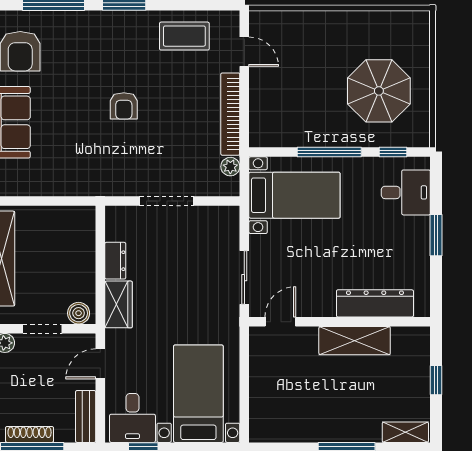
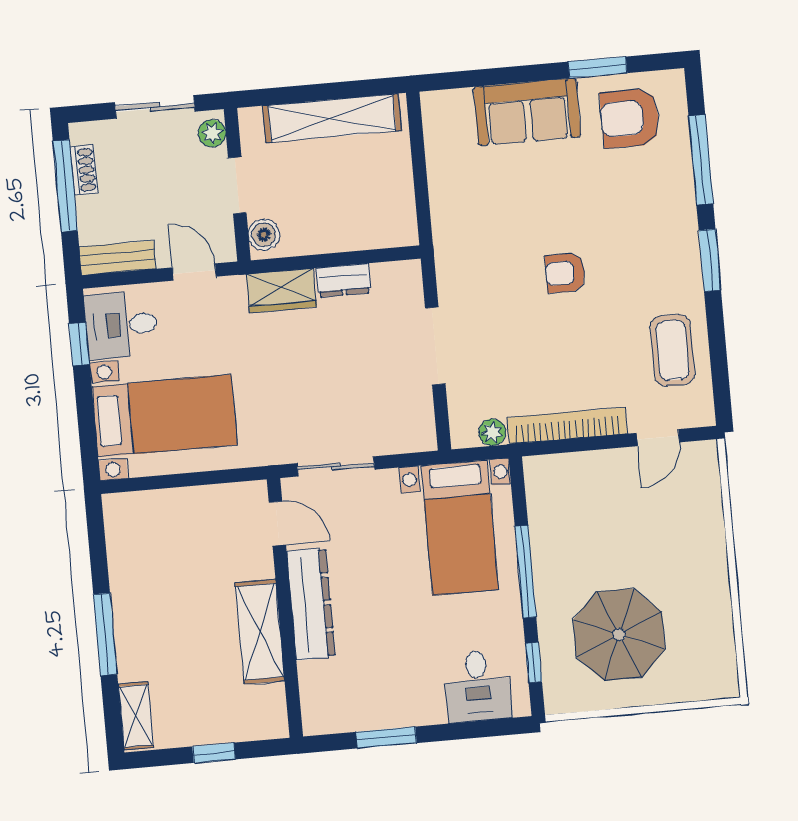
window: (436, 235) -> (386, 737), moved
dresser: (375, 303) -> (311, 604), moved
shoe rack: (30, 434) -> (84, 170), width x0.70

